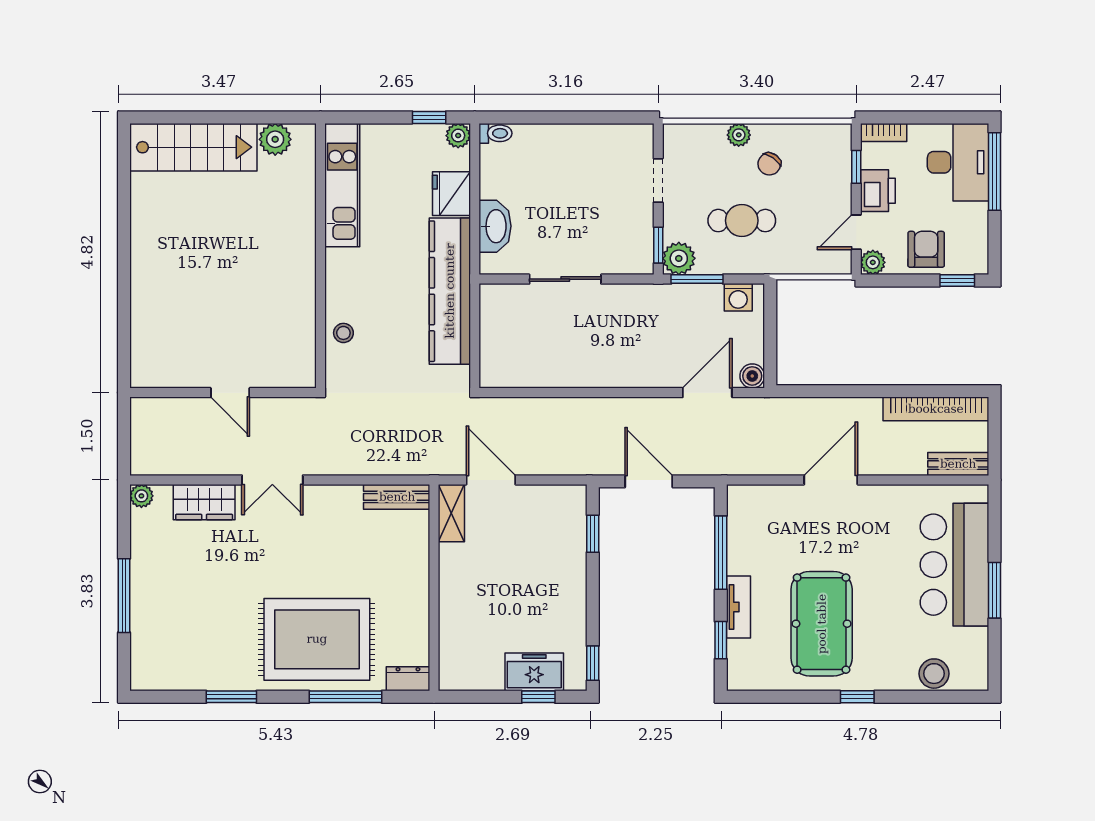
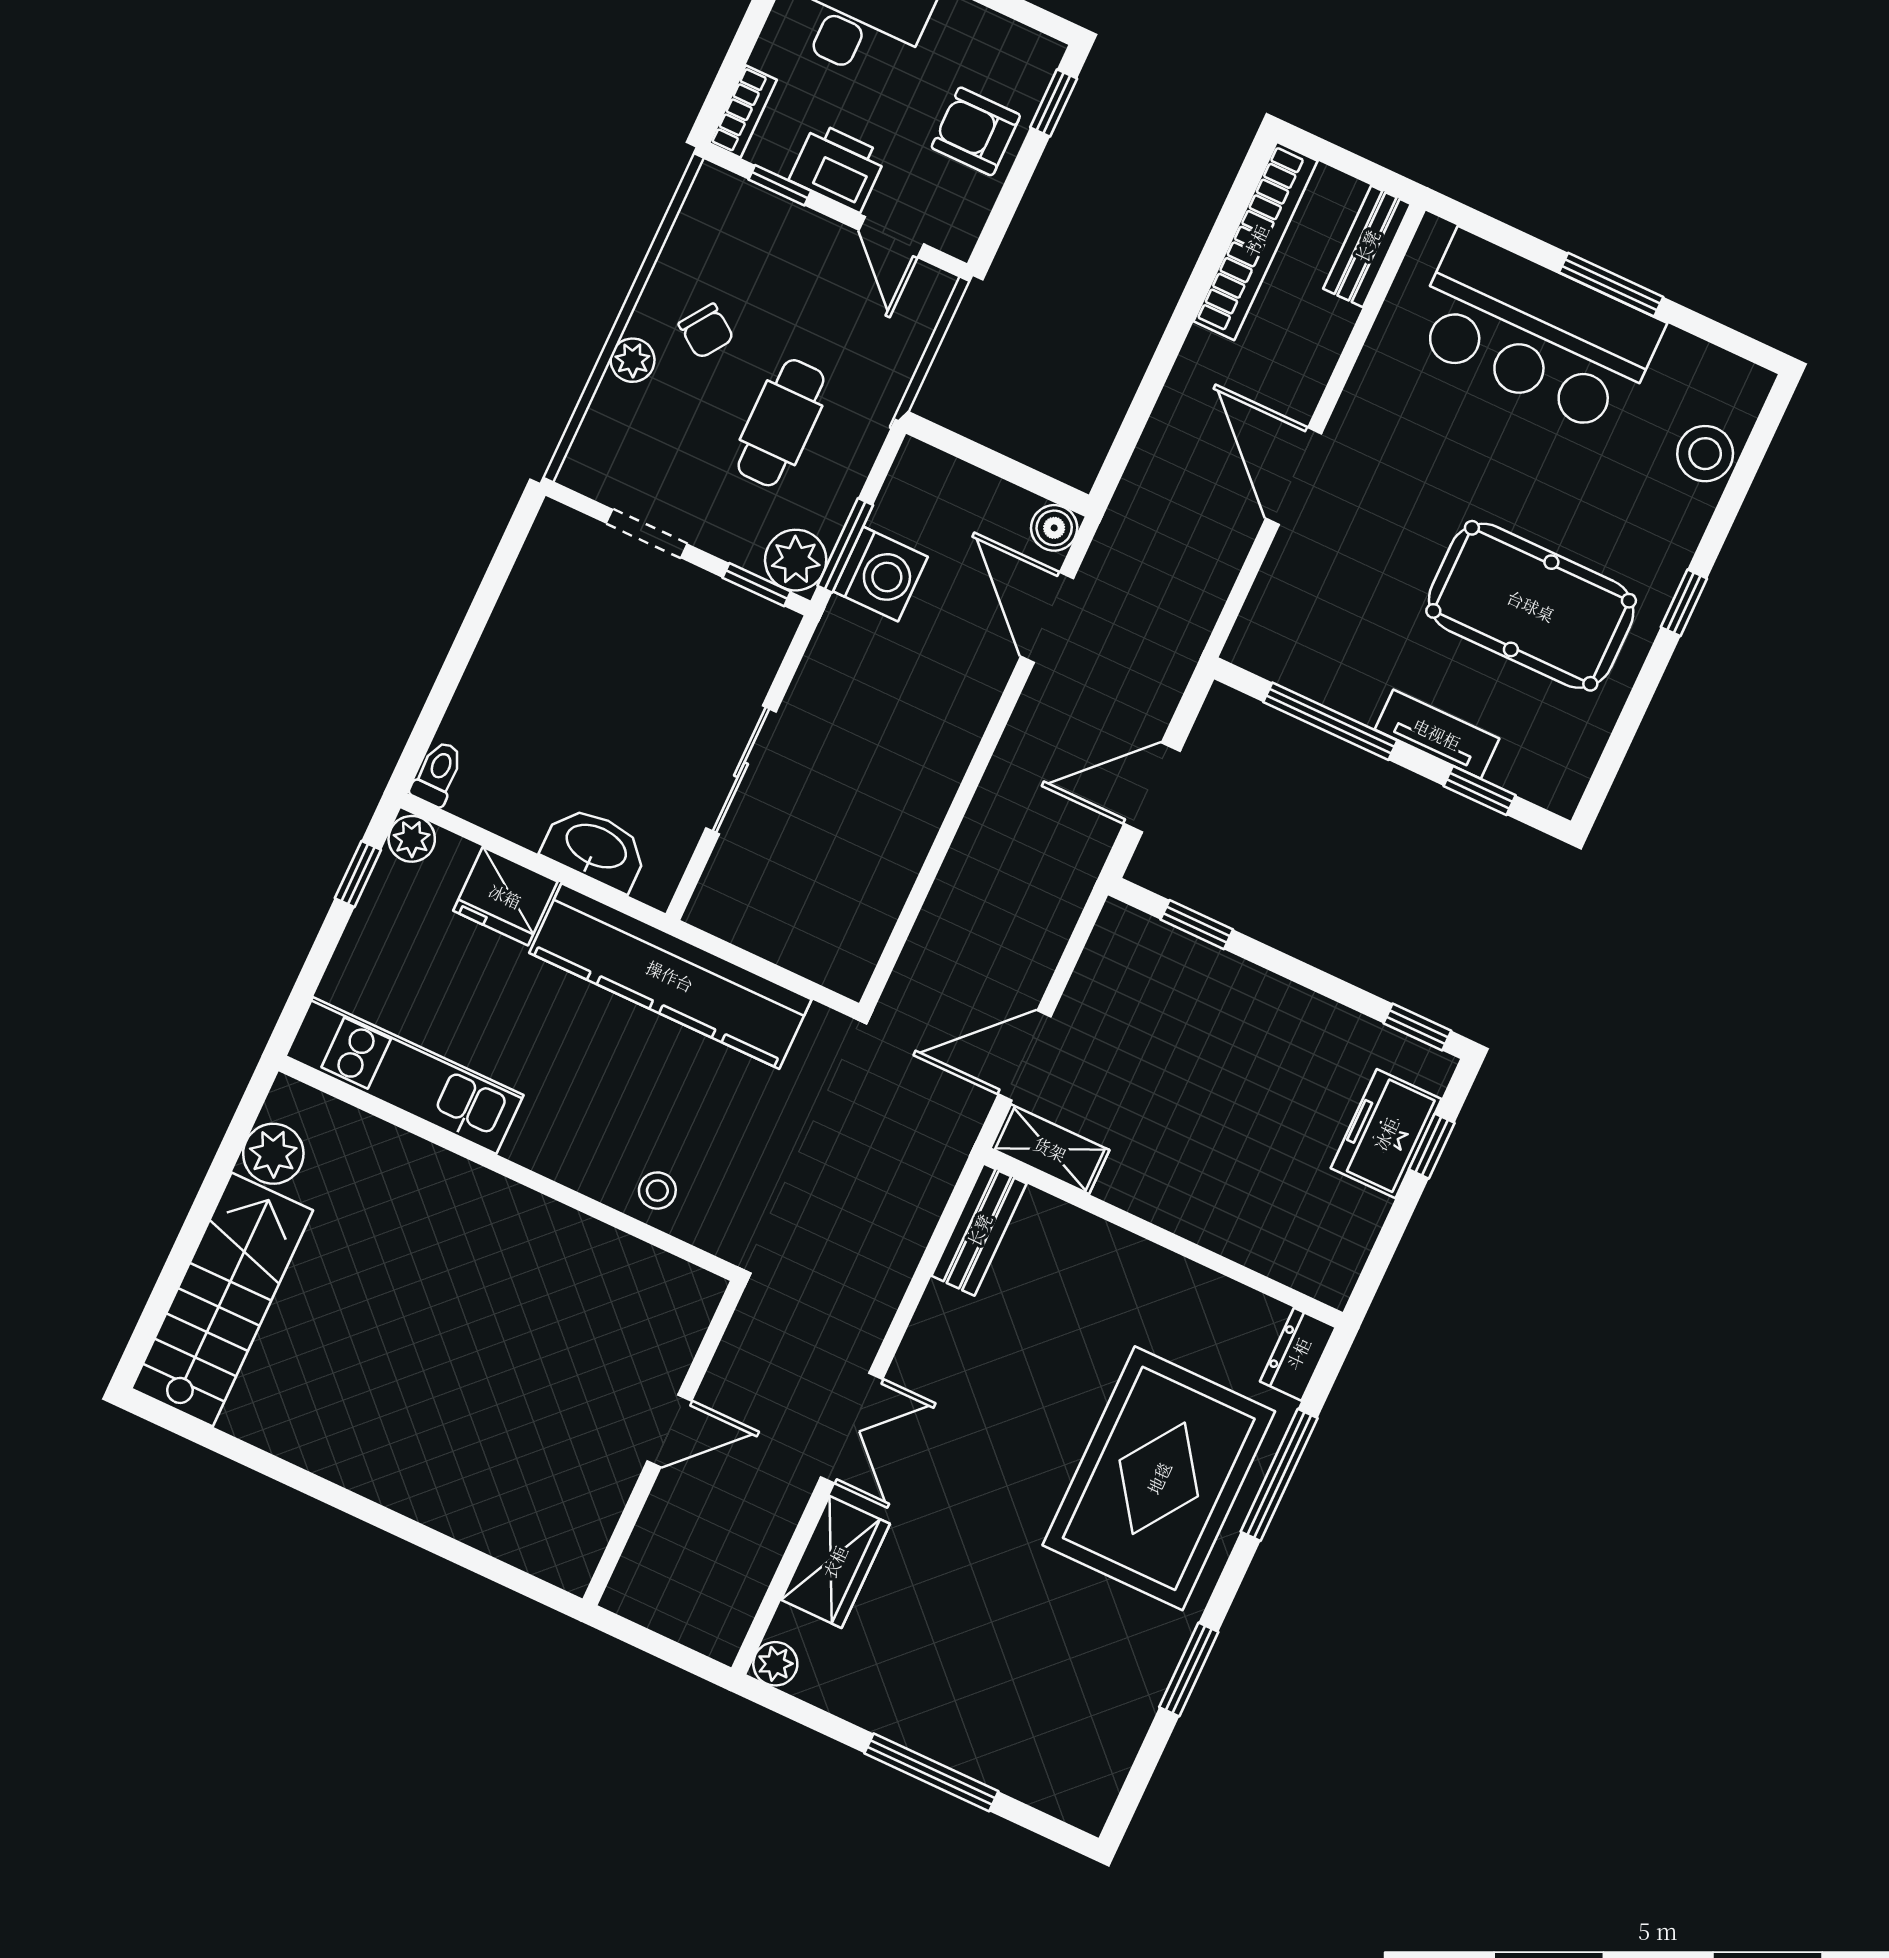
plant: (873, 262) -> (956, 233), removed
washing machine: (738, 297) -> (880, 574), moved, width x1.38, depth x1.38

